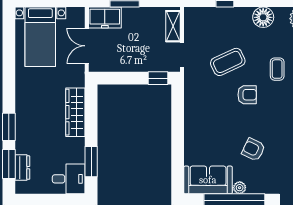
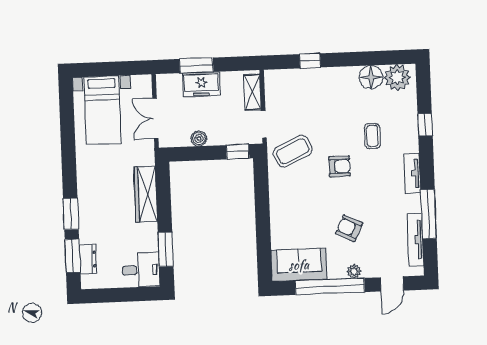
freezer: (105, 17) -> (201, 84), moved
floor lamp: (263, 17) -> (371, 77), moved
coffee table: (228, 62) -> (293, 151), moved
boiler: (124, 65) -> (199, 138), added
plant: (240, 188) -> (354, 271), moved

